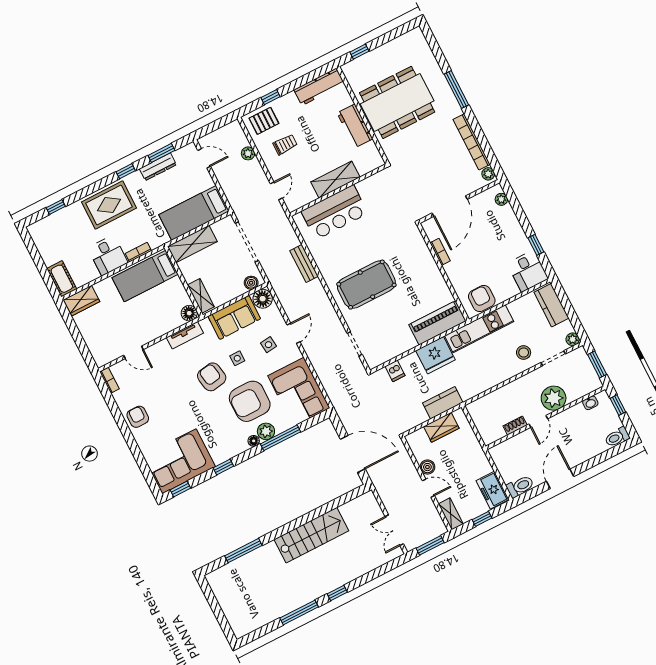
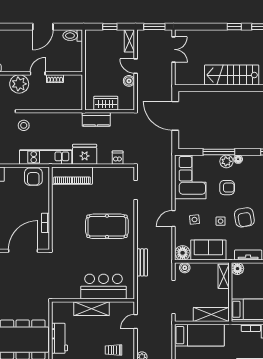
armchair: (250, 401) -> (227, 188), width x0.53, depth x0.53
freezer: (492, 490) -> (93, 43), removed

